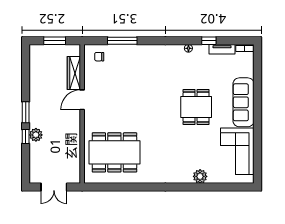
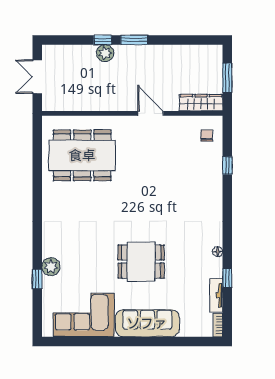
window: (122, 41) -> (227, 166), width x0.46
wardrobe: (74, 73) -> (201, 103), moved
dining table: (114, 152) -> (82, 155), turned 90
window: (210, 187) -> (37, 279), added

